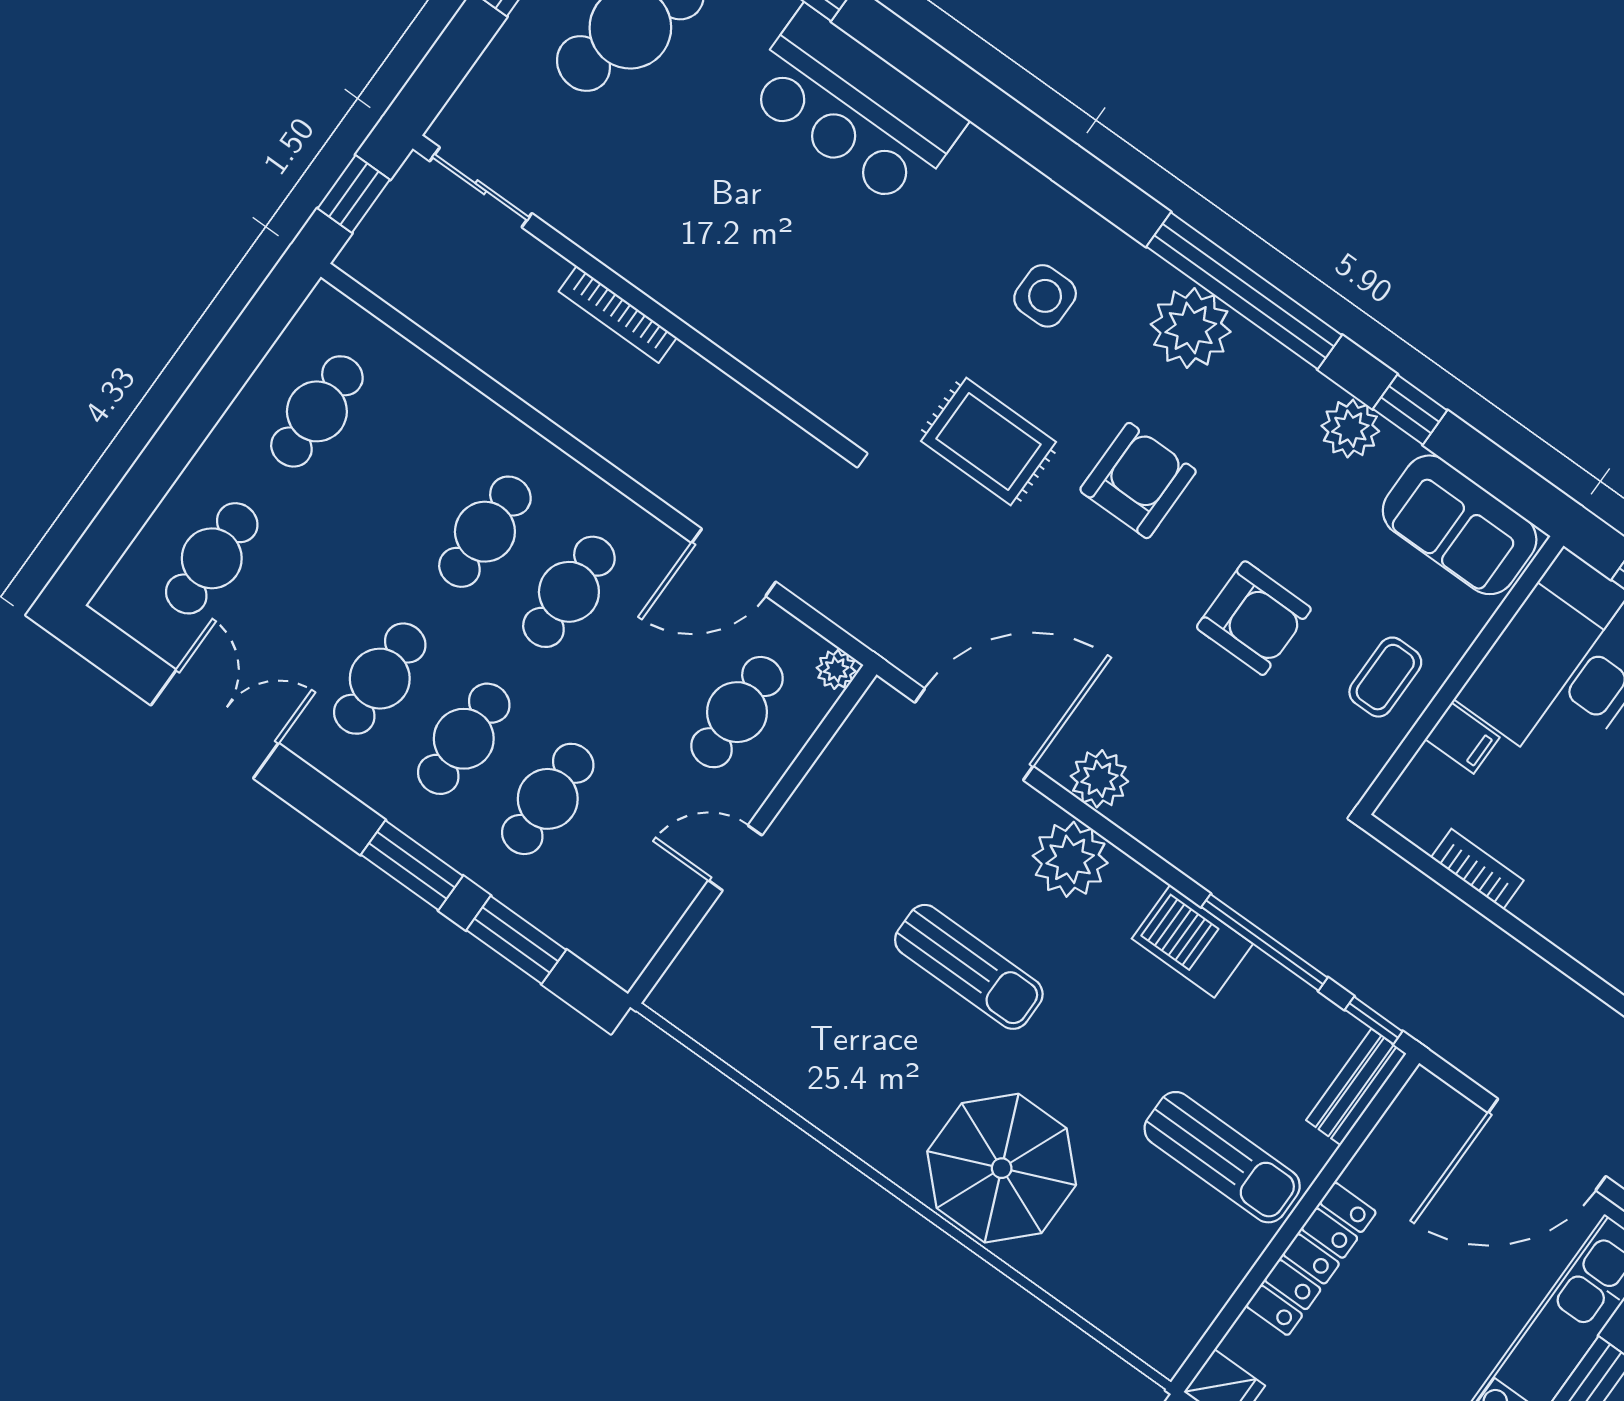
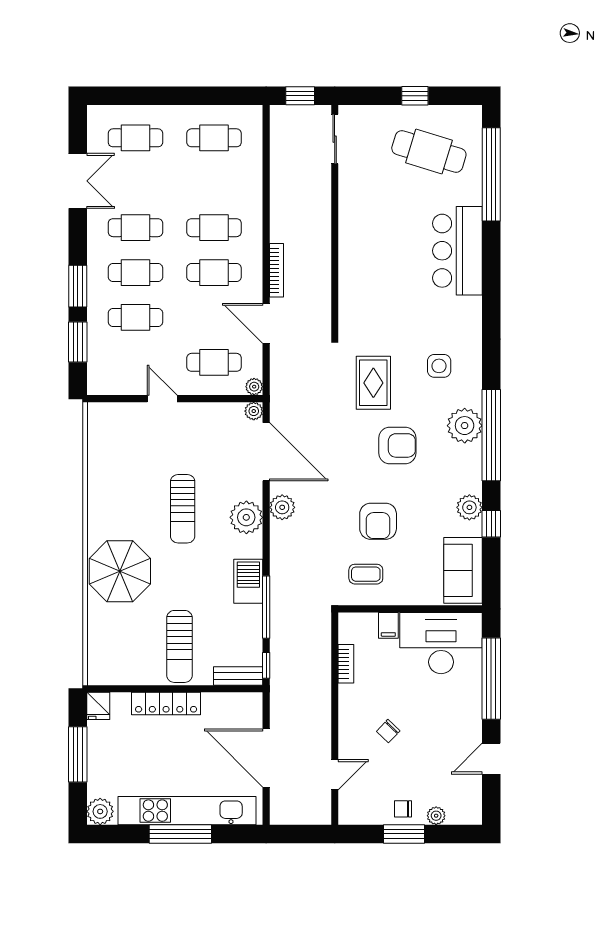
bookcase: (618, 314) -> (276, 270), moved, turned 180
coffee table: (1385, 677) -> (366, 574), moved
plant: (881, 703) -> (254, 411), added

